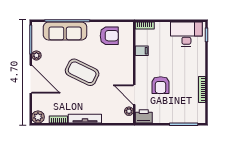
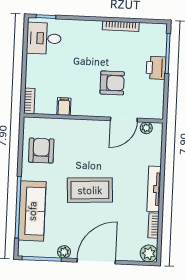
desk: (186, 34) -> (44, 38), width x0.73
coffee table: (82, 72) -> (90, 190), turned 61
printer: (144, 116) -> (156, 68), moved

